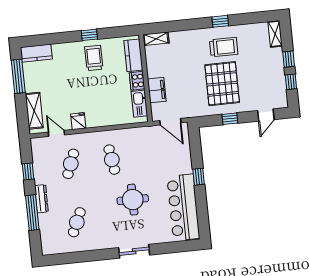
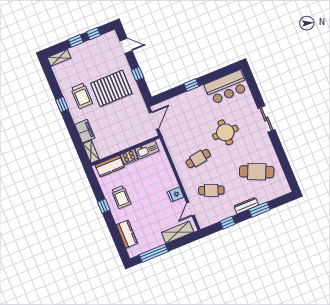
trolley: (224, 47) -> (82, 96), turned 180
kitchen counter: (36, 53) -> (127, 234), moved
trolley: (94, 58) -> (121, 197), turned -90
filing cabinet: (157, 90) -> (85, 131), moved, turned 90
bar counter: (183, 207) -> (226, 87), width x0.73
window: (32, 213) -> (260, 210), width x0.69
cafe table: (77, 222) -> (257, 172), width x1.37, depth x1.35

